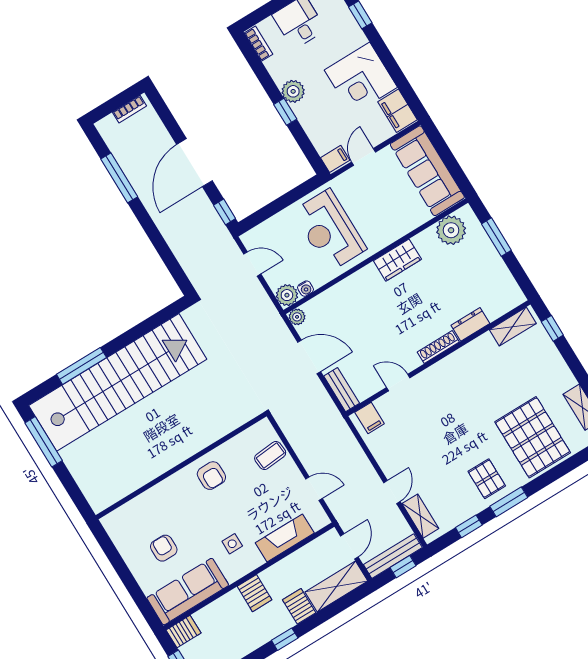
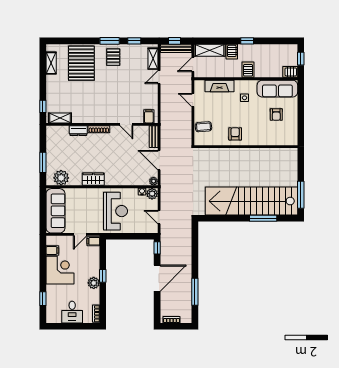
filing cabinet: (398, 111) -> (52, 250), width x0.50

